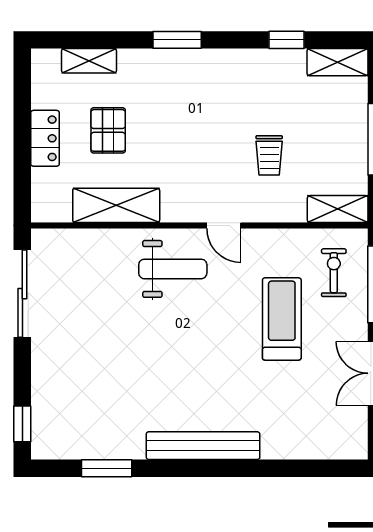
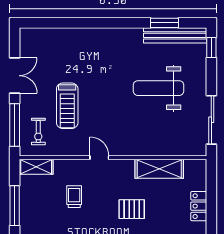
pallet: (108, 130) -> (132, 209), moved, turned 90
weight bench: (173, 269) -> (159, 88), moved, width x1.36, depth x1.33
bench: (203, 446) -> (175, 35), moved

